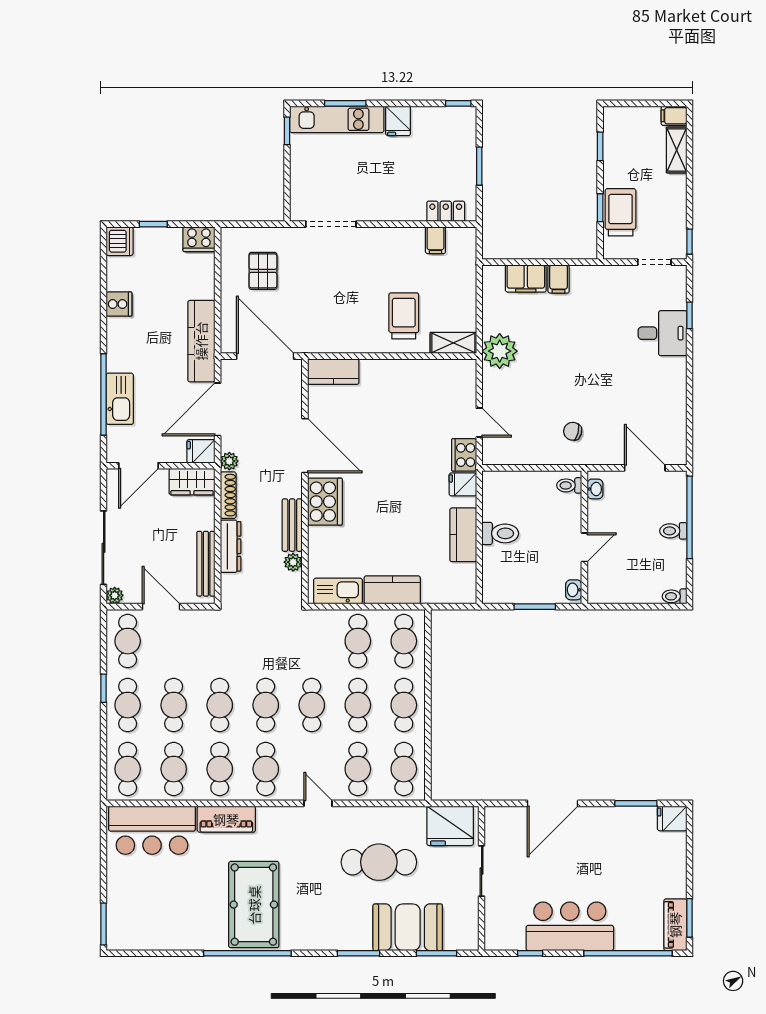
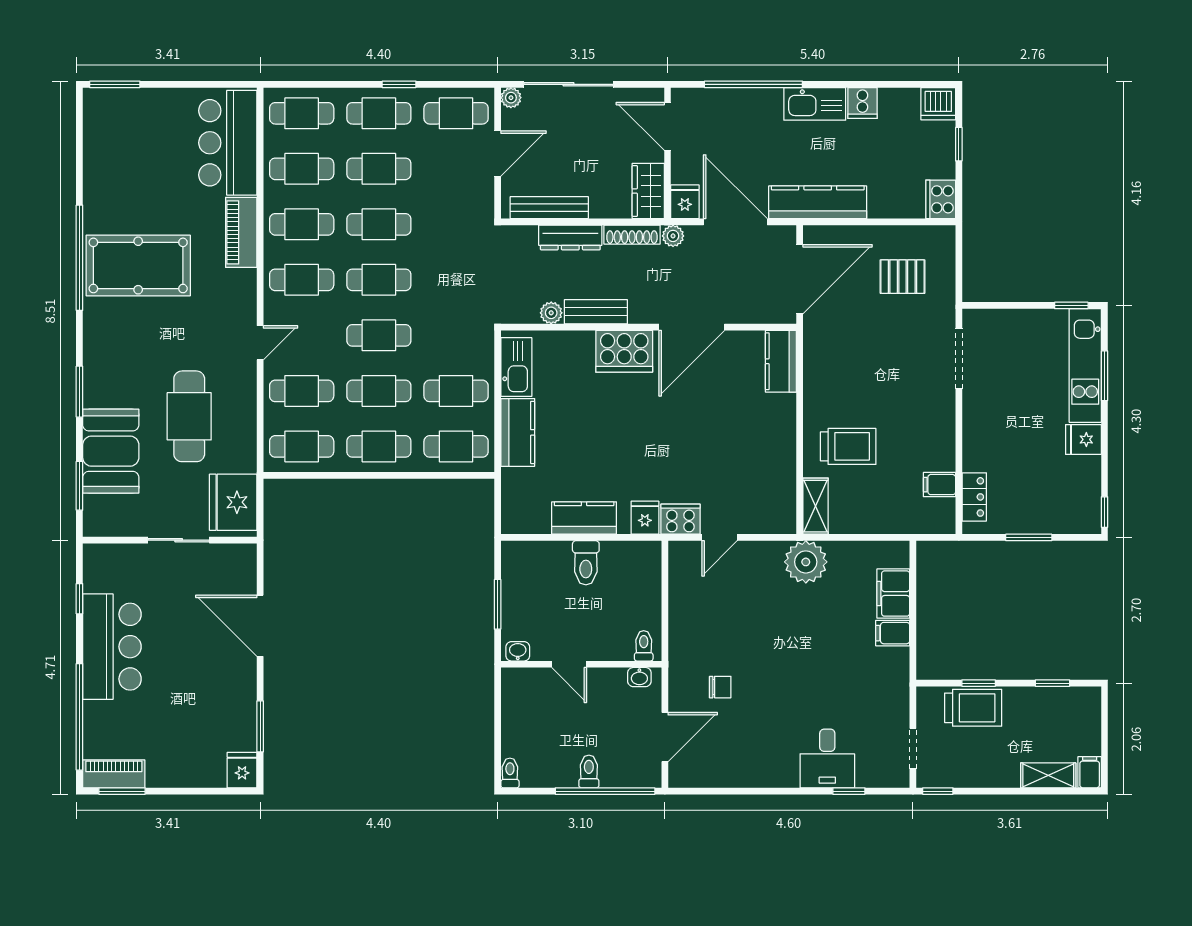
kitchen sink: (120, 399) -> (815, 104), moved
chair: (573, 431) -> (720, 687), moved, turned 75

